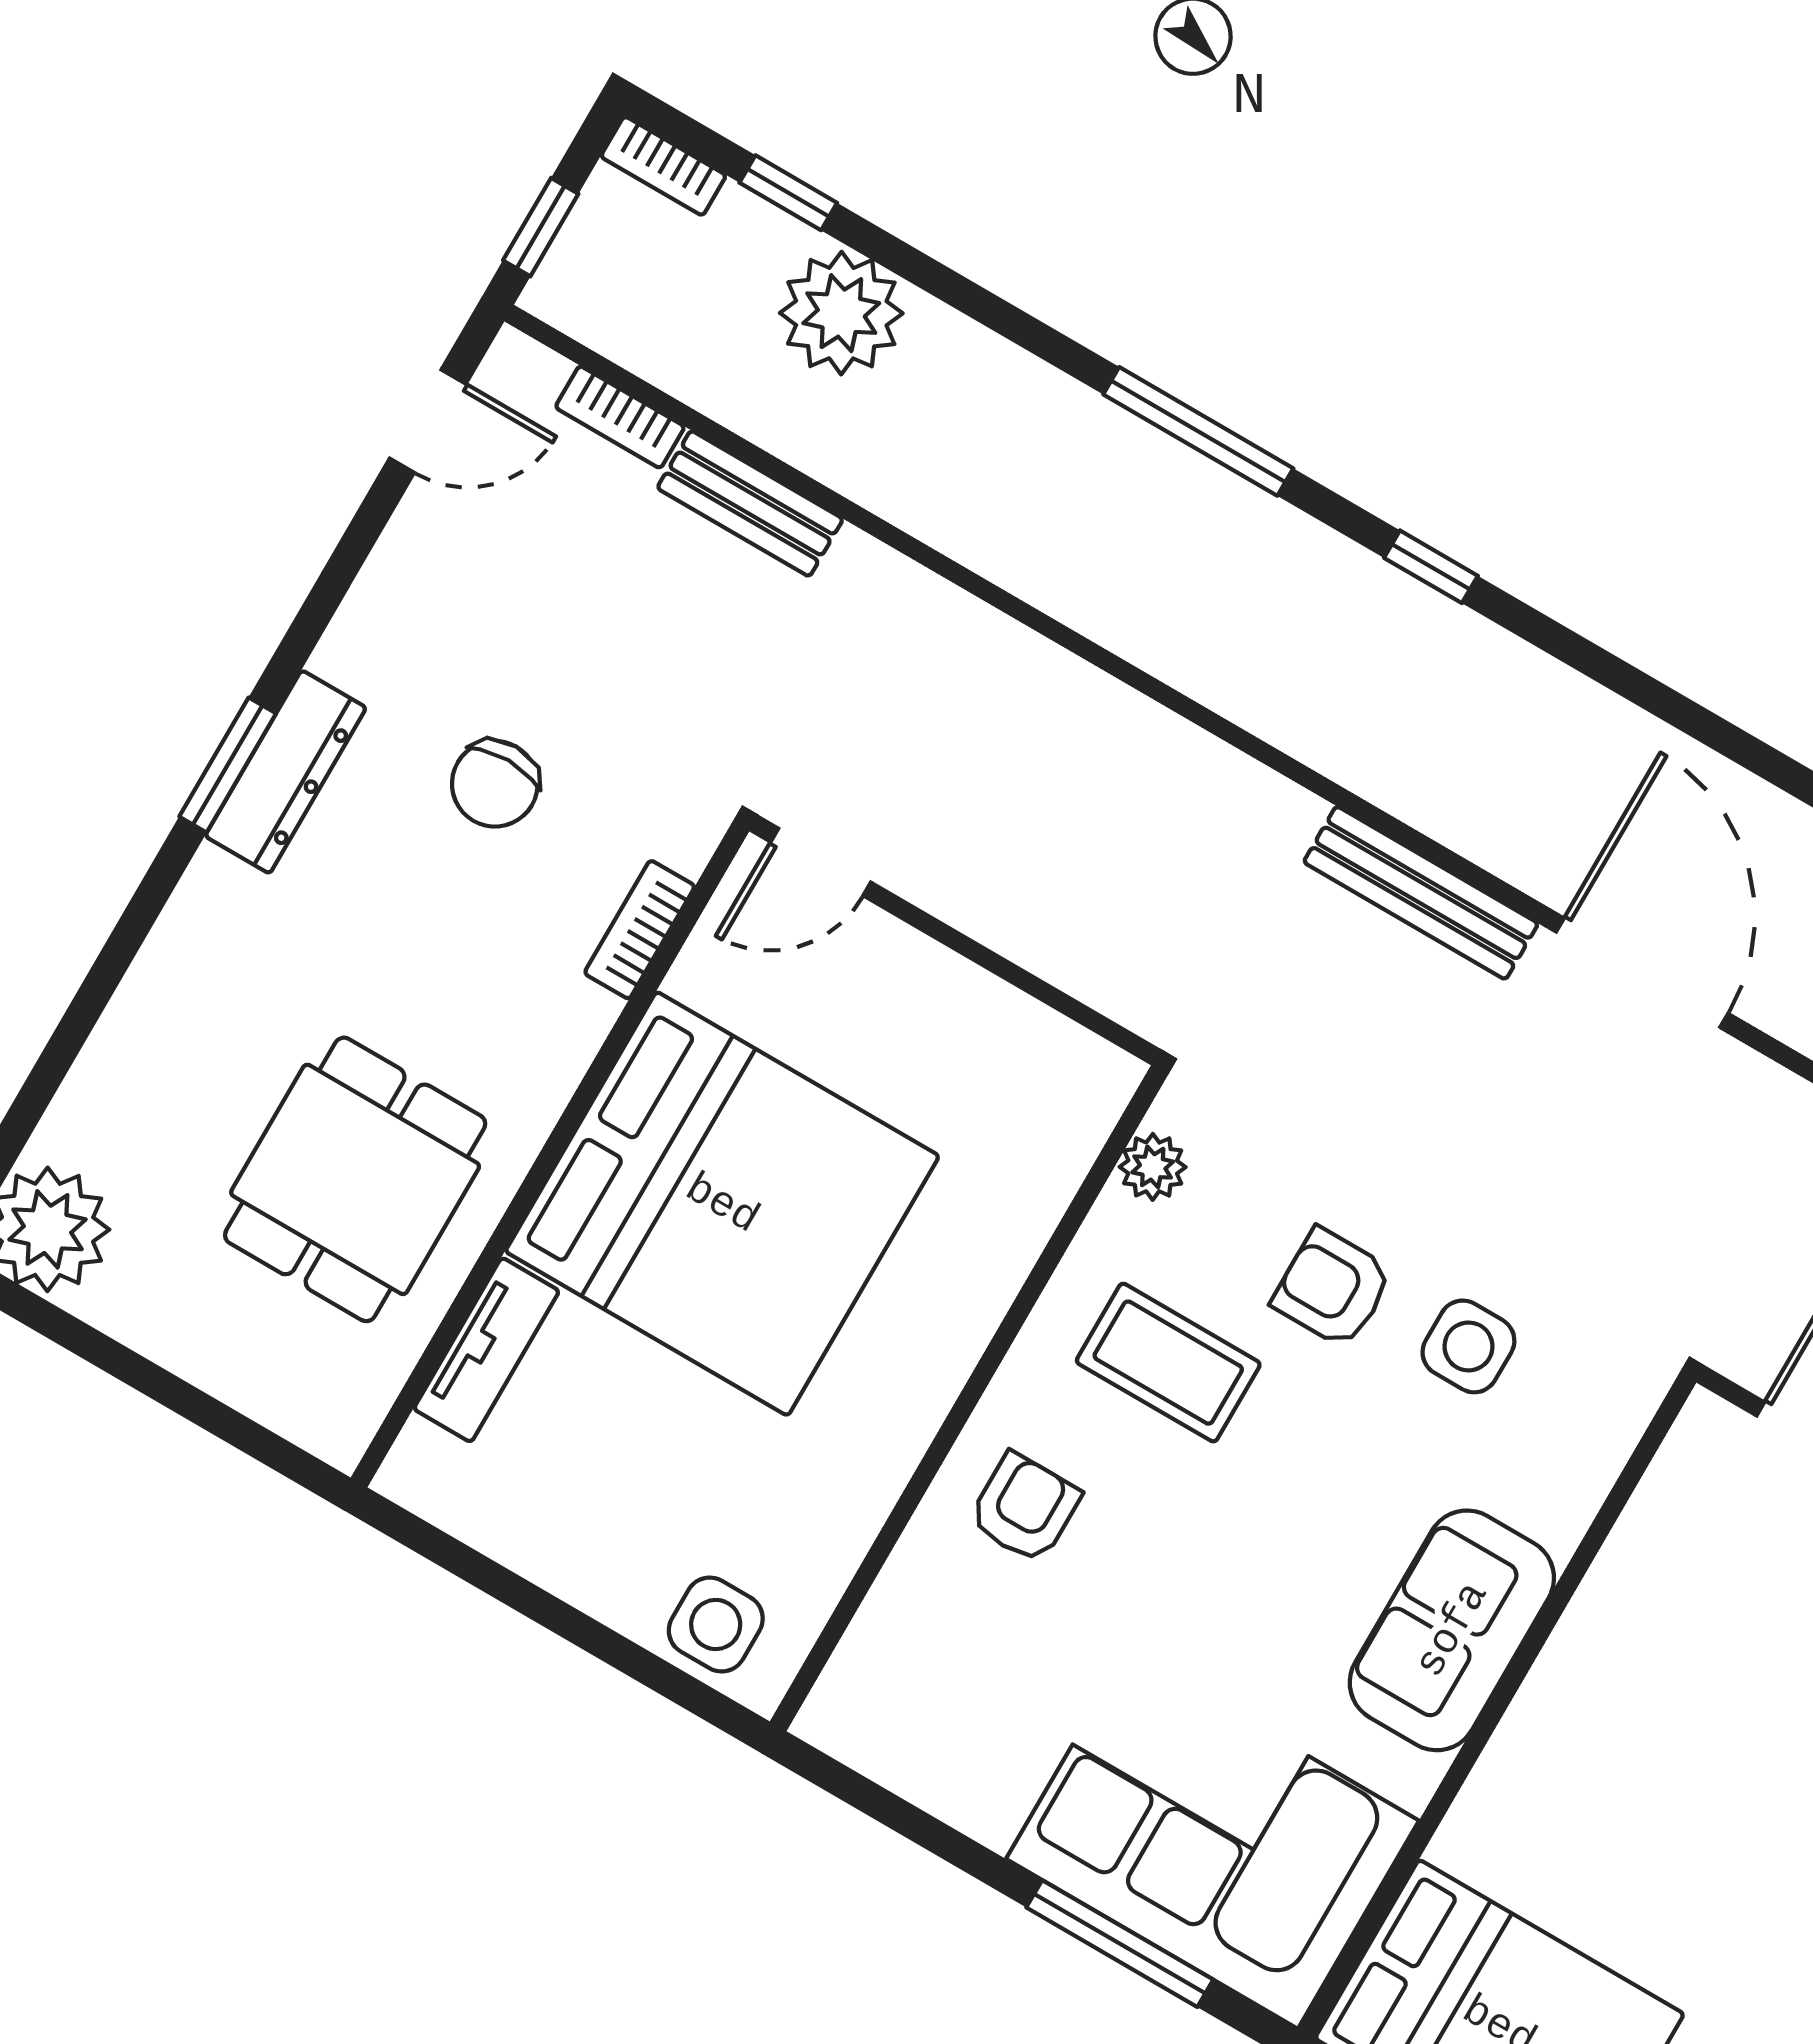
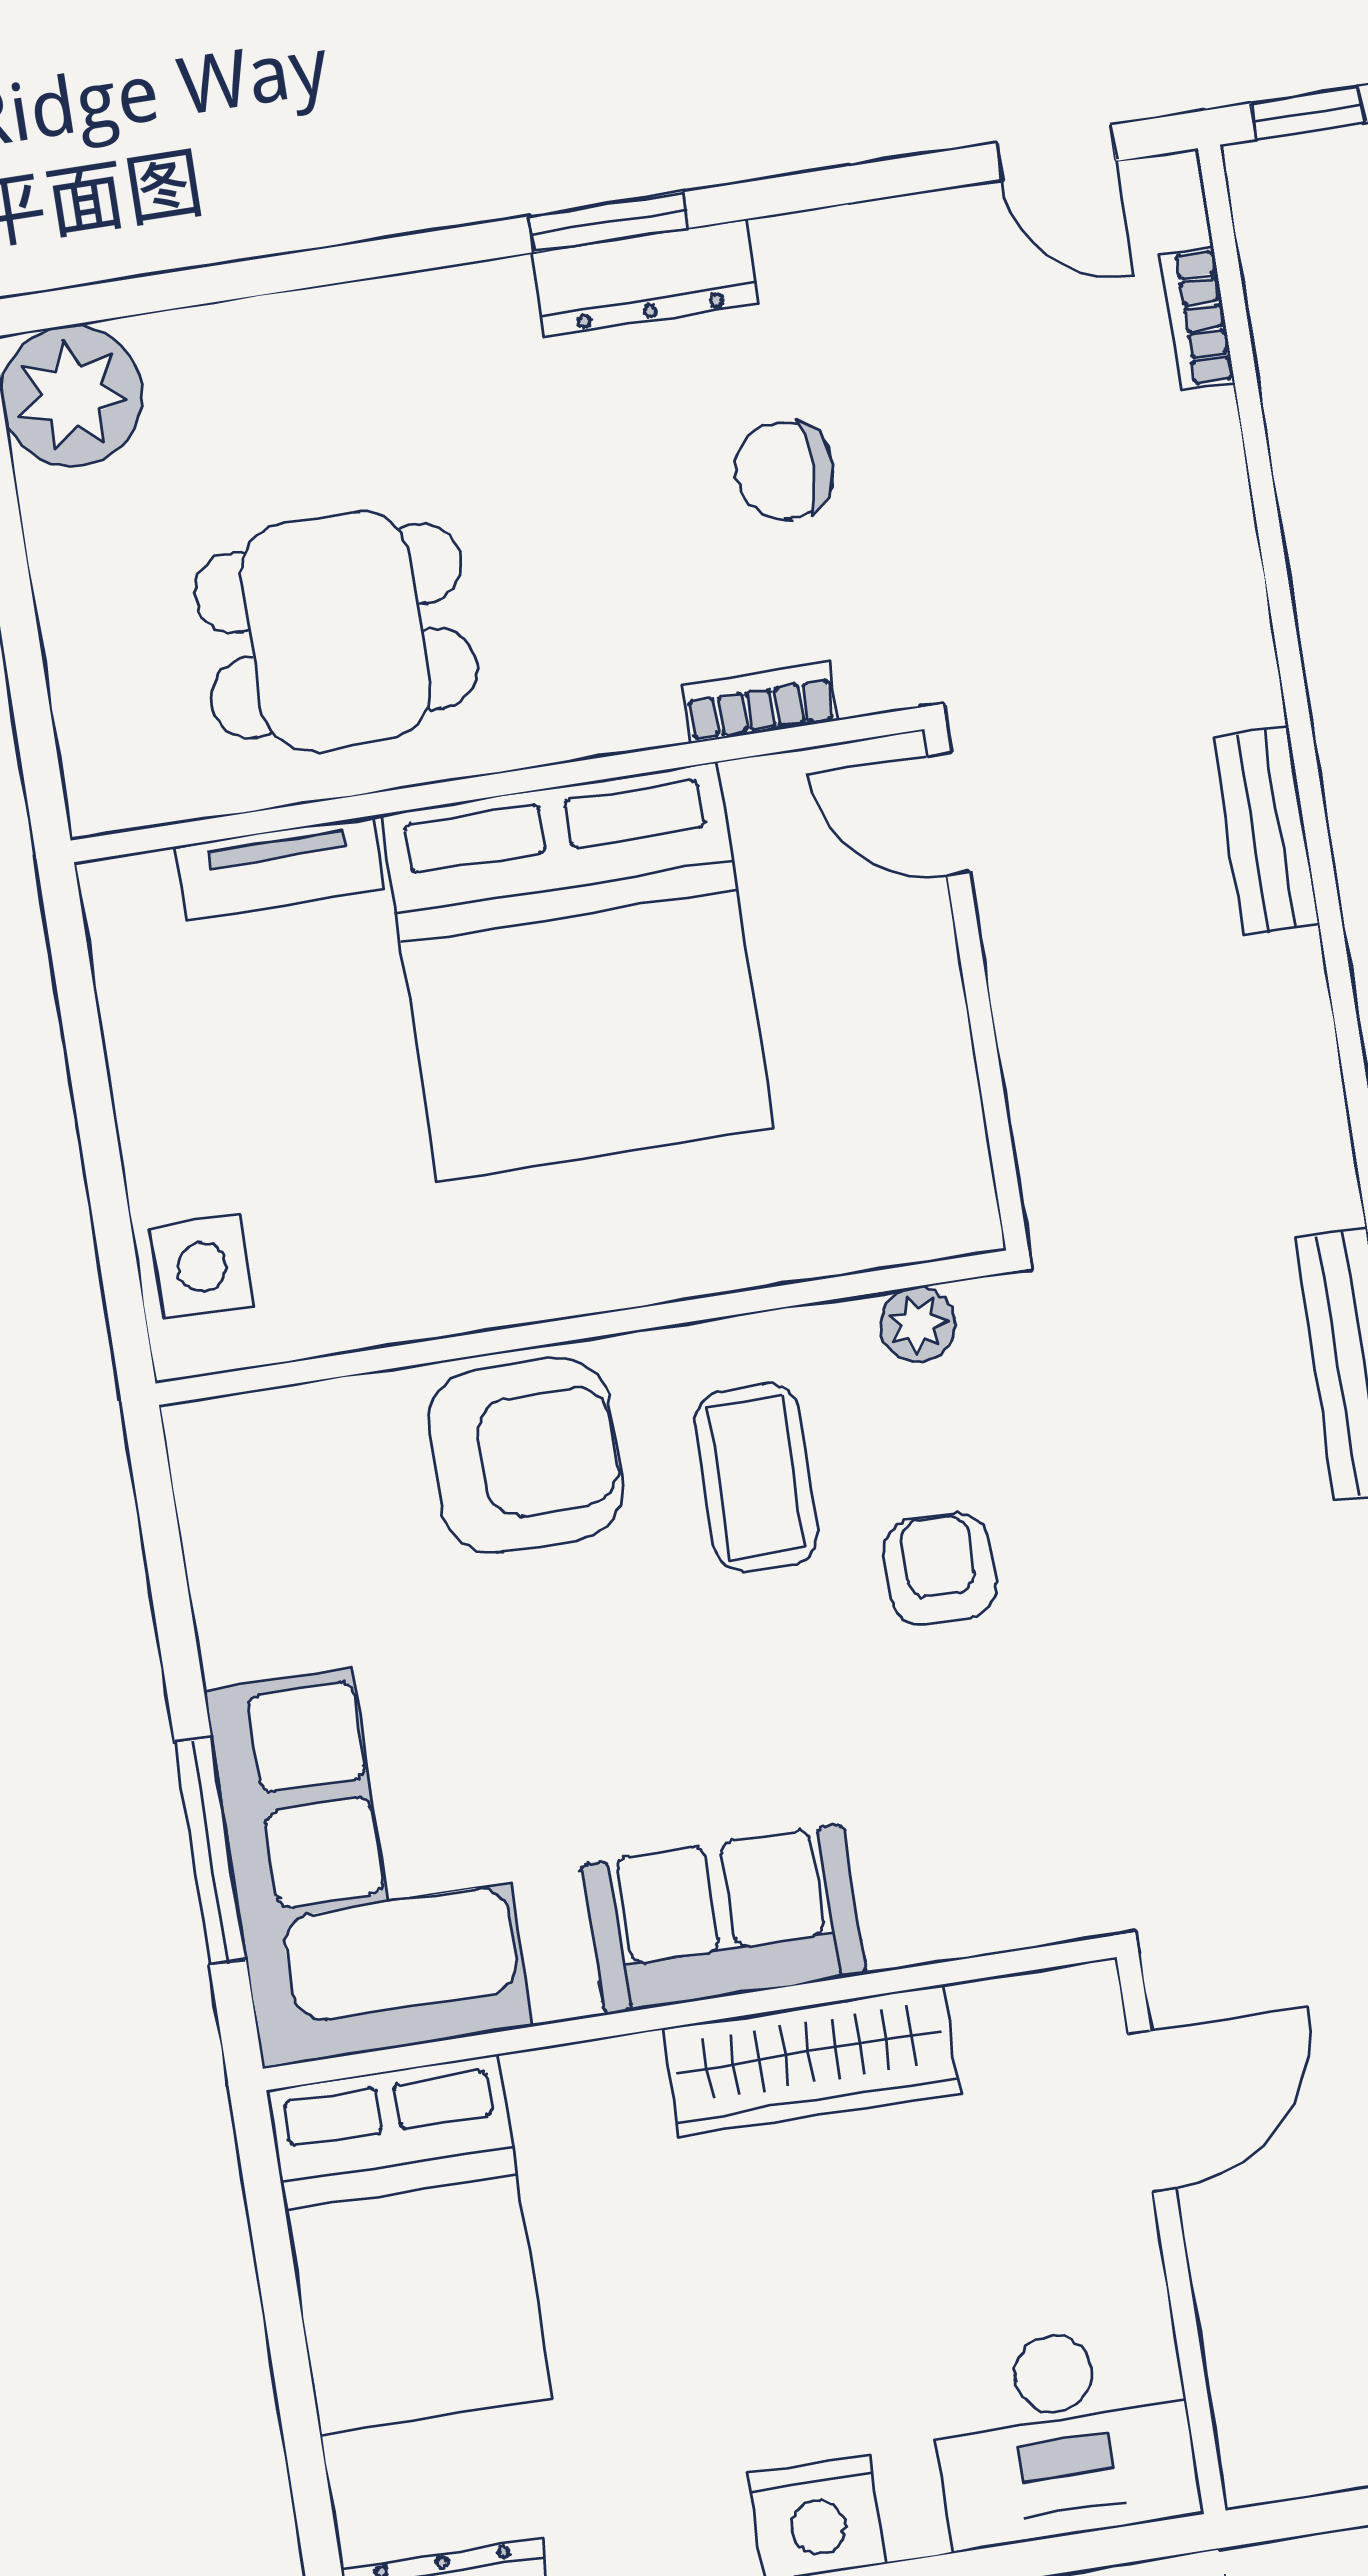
bench: (750, 504) -> (1266, 830), moved
side table: (1468, 1346) -> (986, 1731), removed
armchair: (1025, 1508) -> (526, 1455), width x1.88, depth x1.88
wardrobe: (1597, 1649) -> (811, 2061), added

